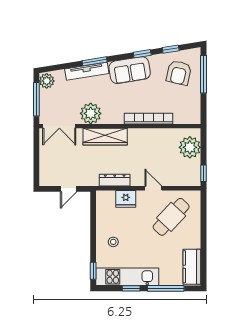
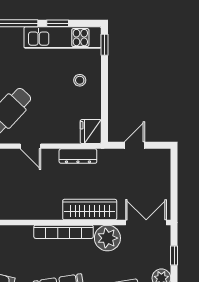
window: (36, 99) -> (174, 256), width x0.46
bookcase: (149, 119) -> (64, 232), moved
fridge: (126, 199) -> (91, 132), moved, turned -90

